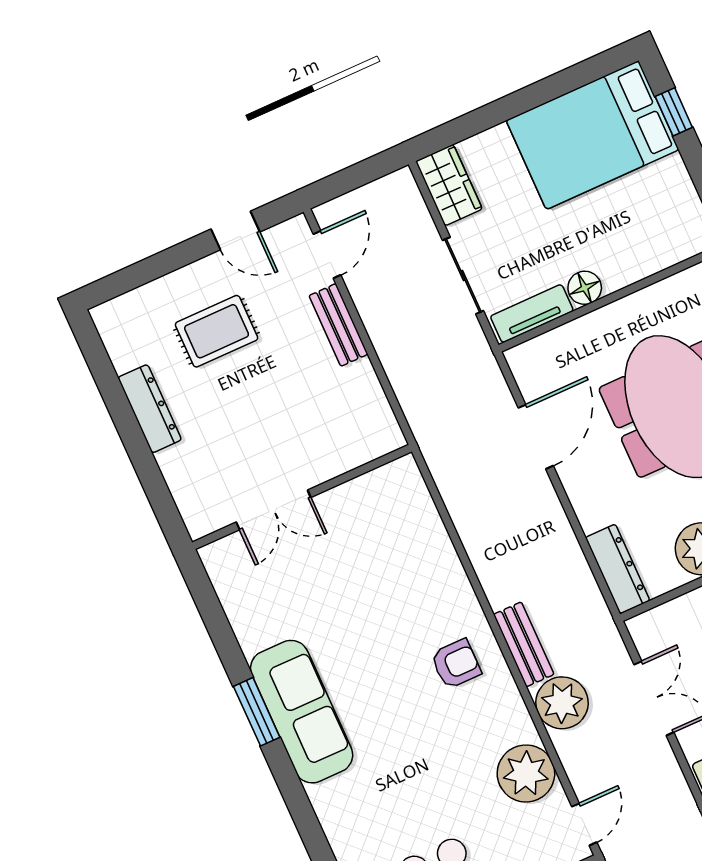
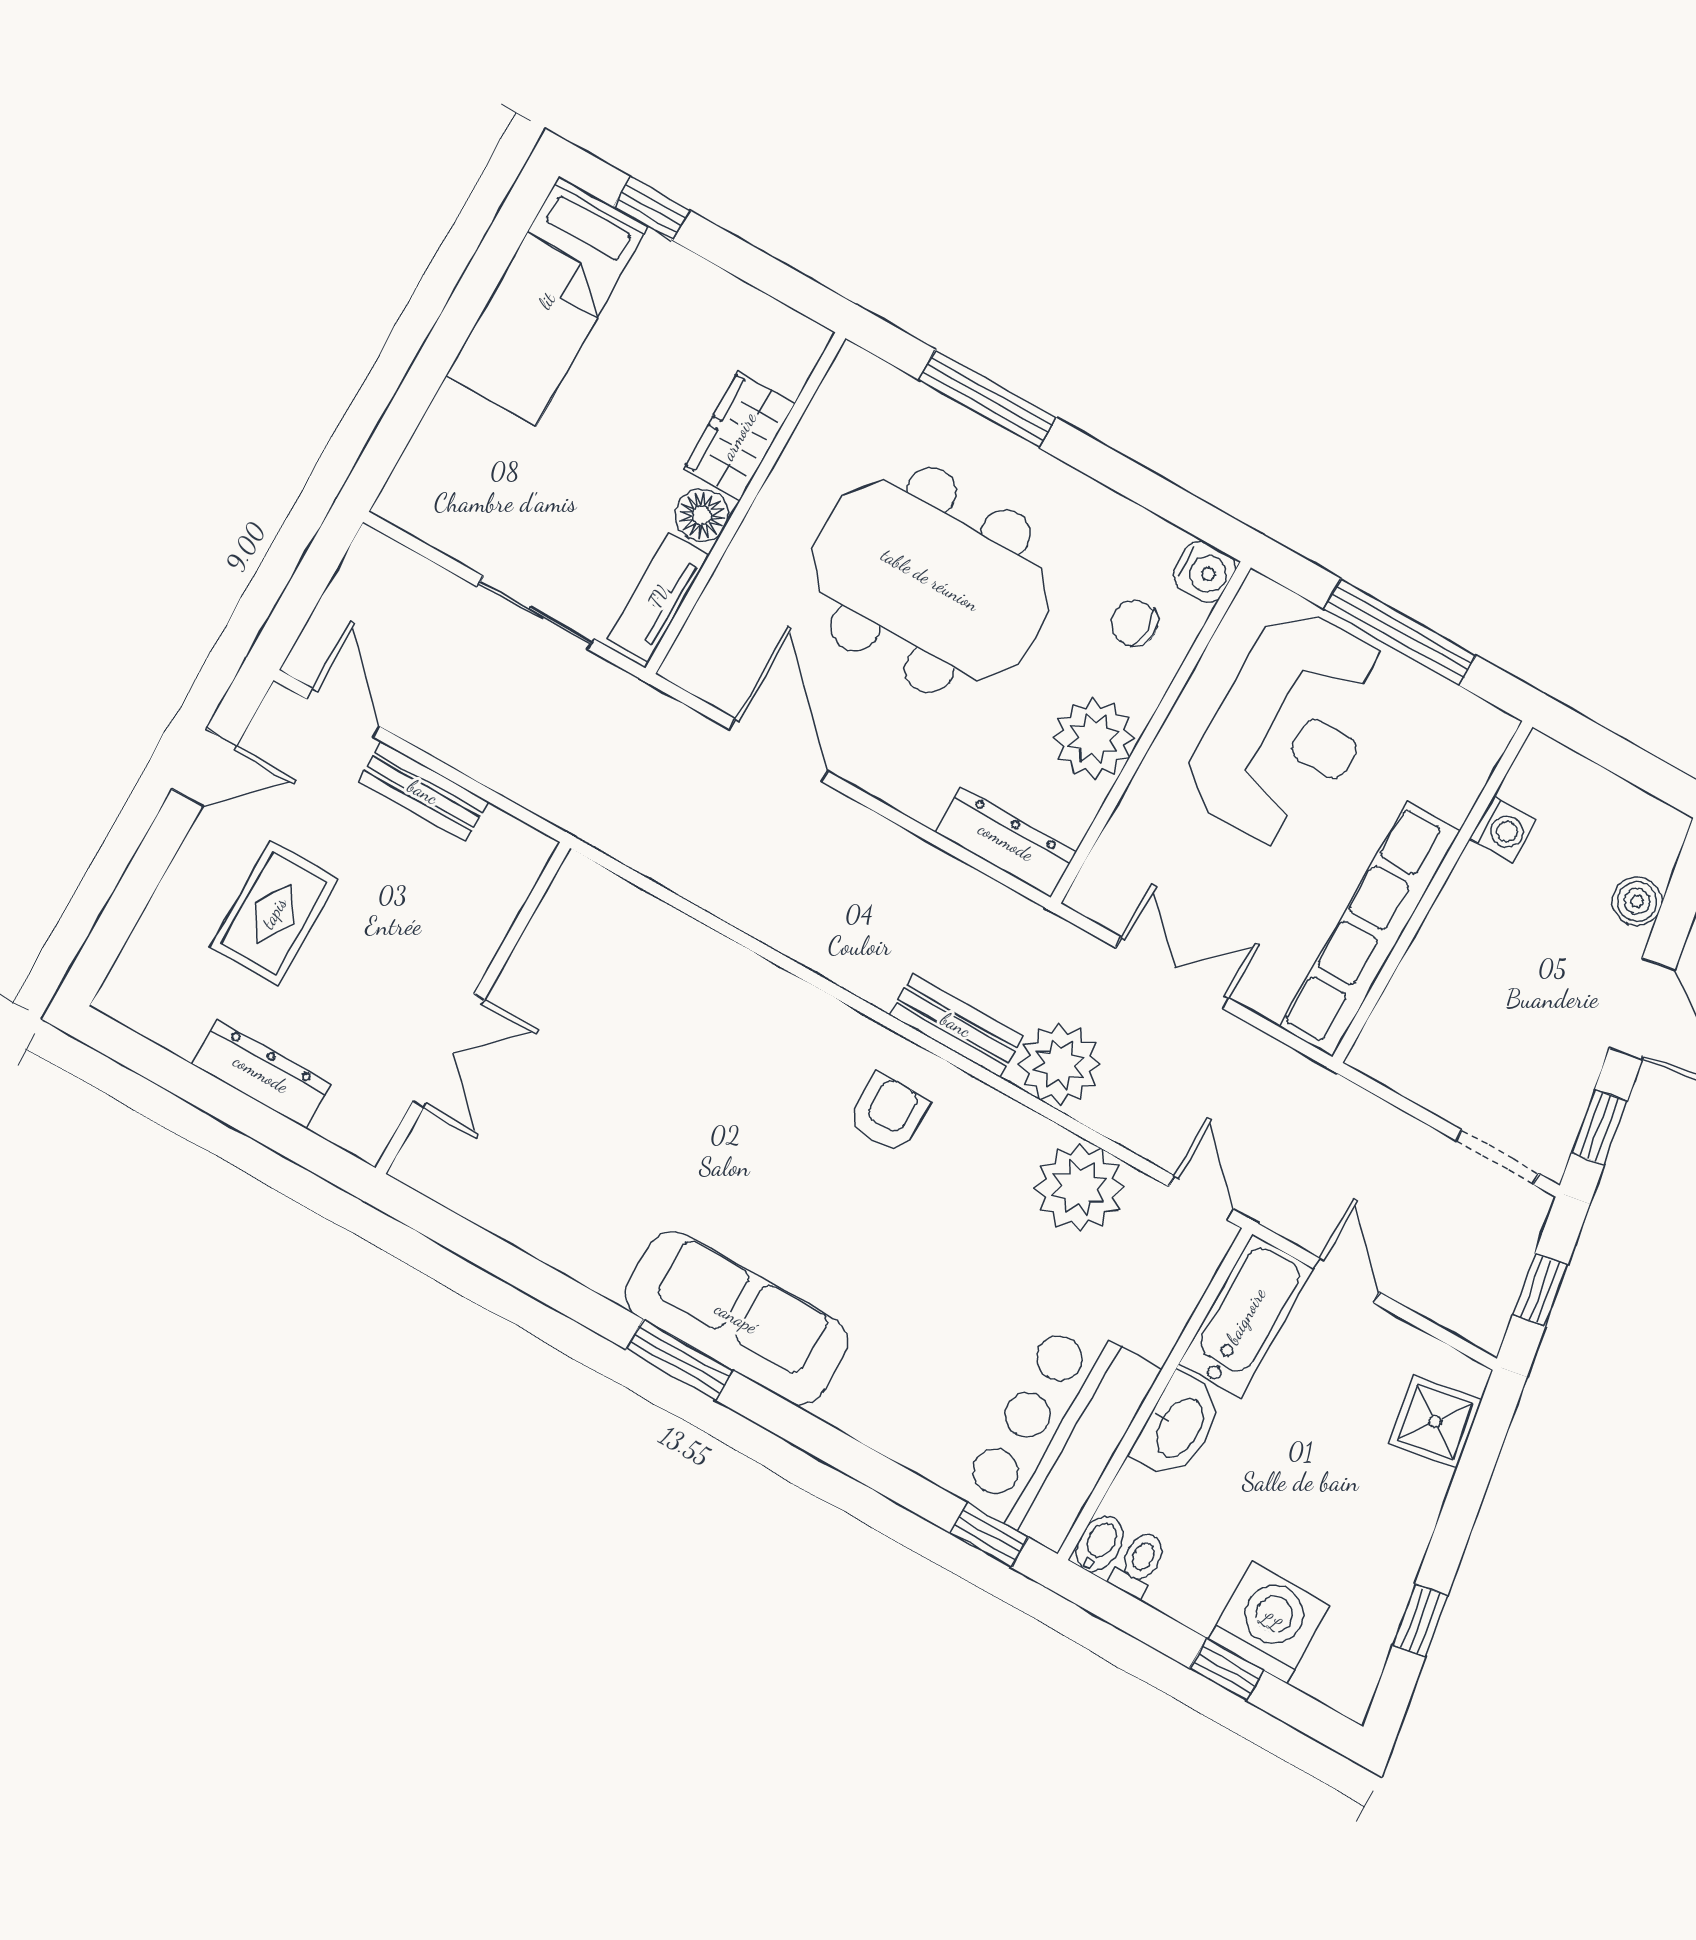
bed: (592, 135) -> (547, 301), width x0.67
wardrobe: (449, 185) -> (739, 436), moved, turned -90
wall: (302, 497) -> (473, 1008), moved
double door: (274, 510) -> (449, 1051), moved

